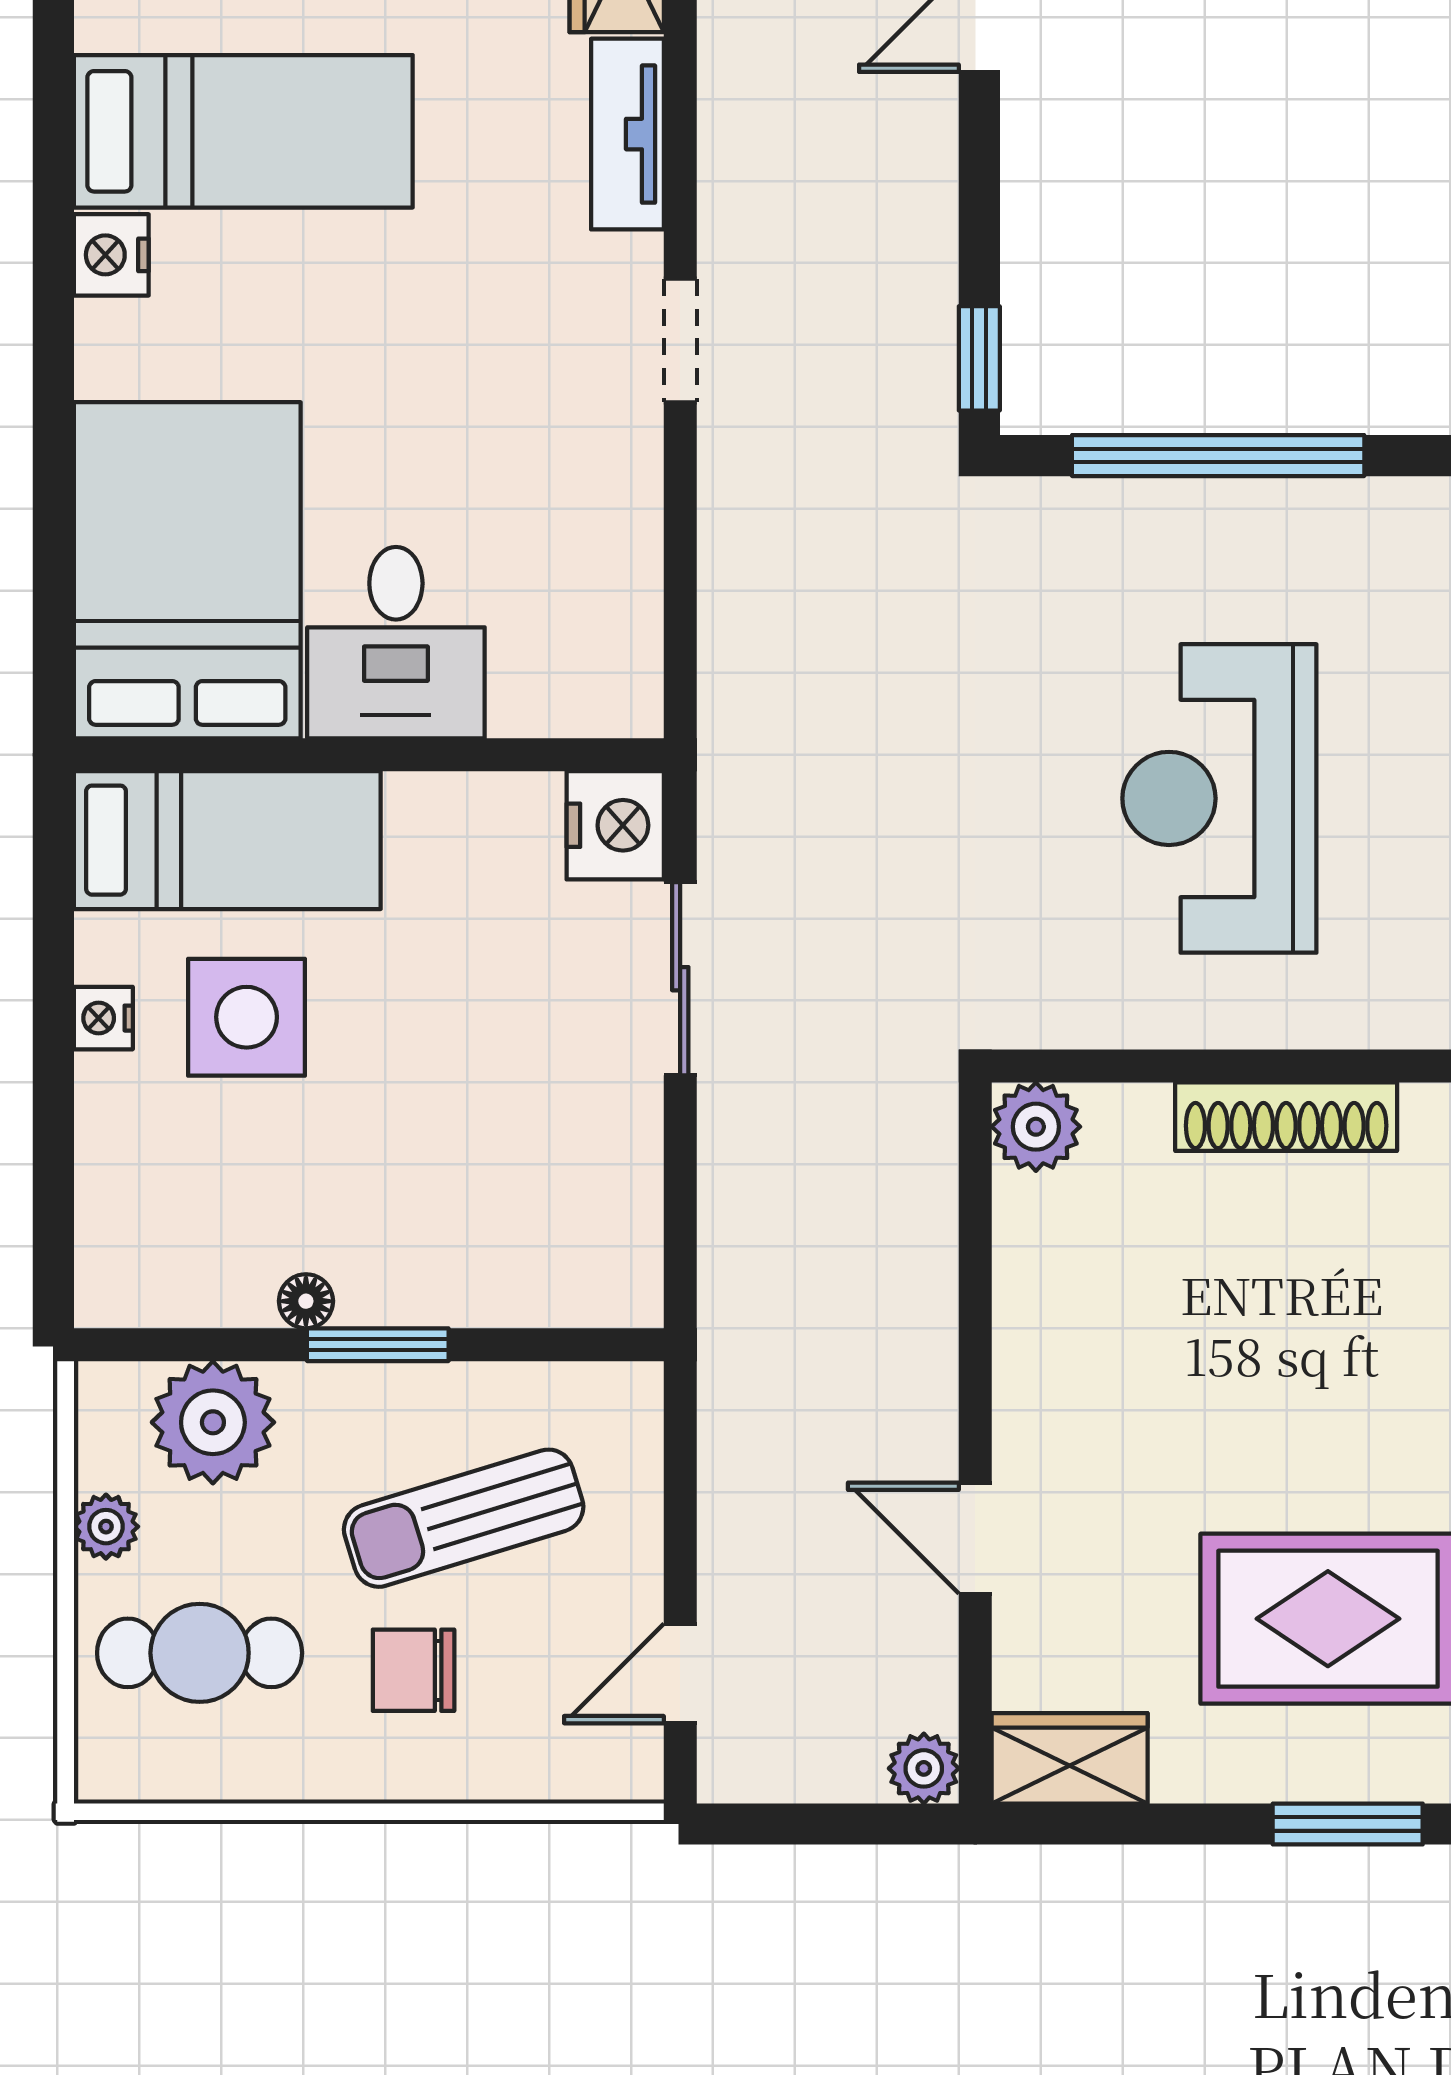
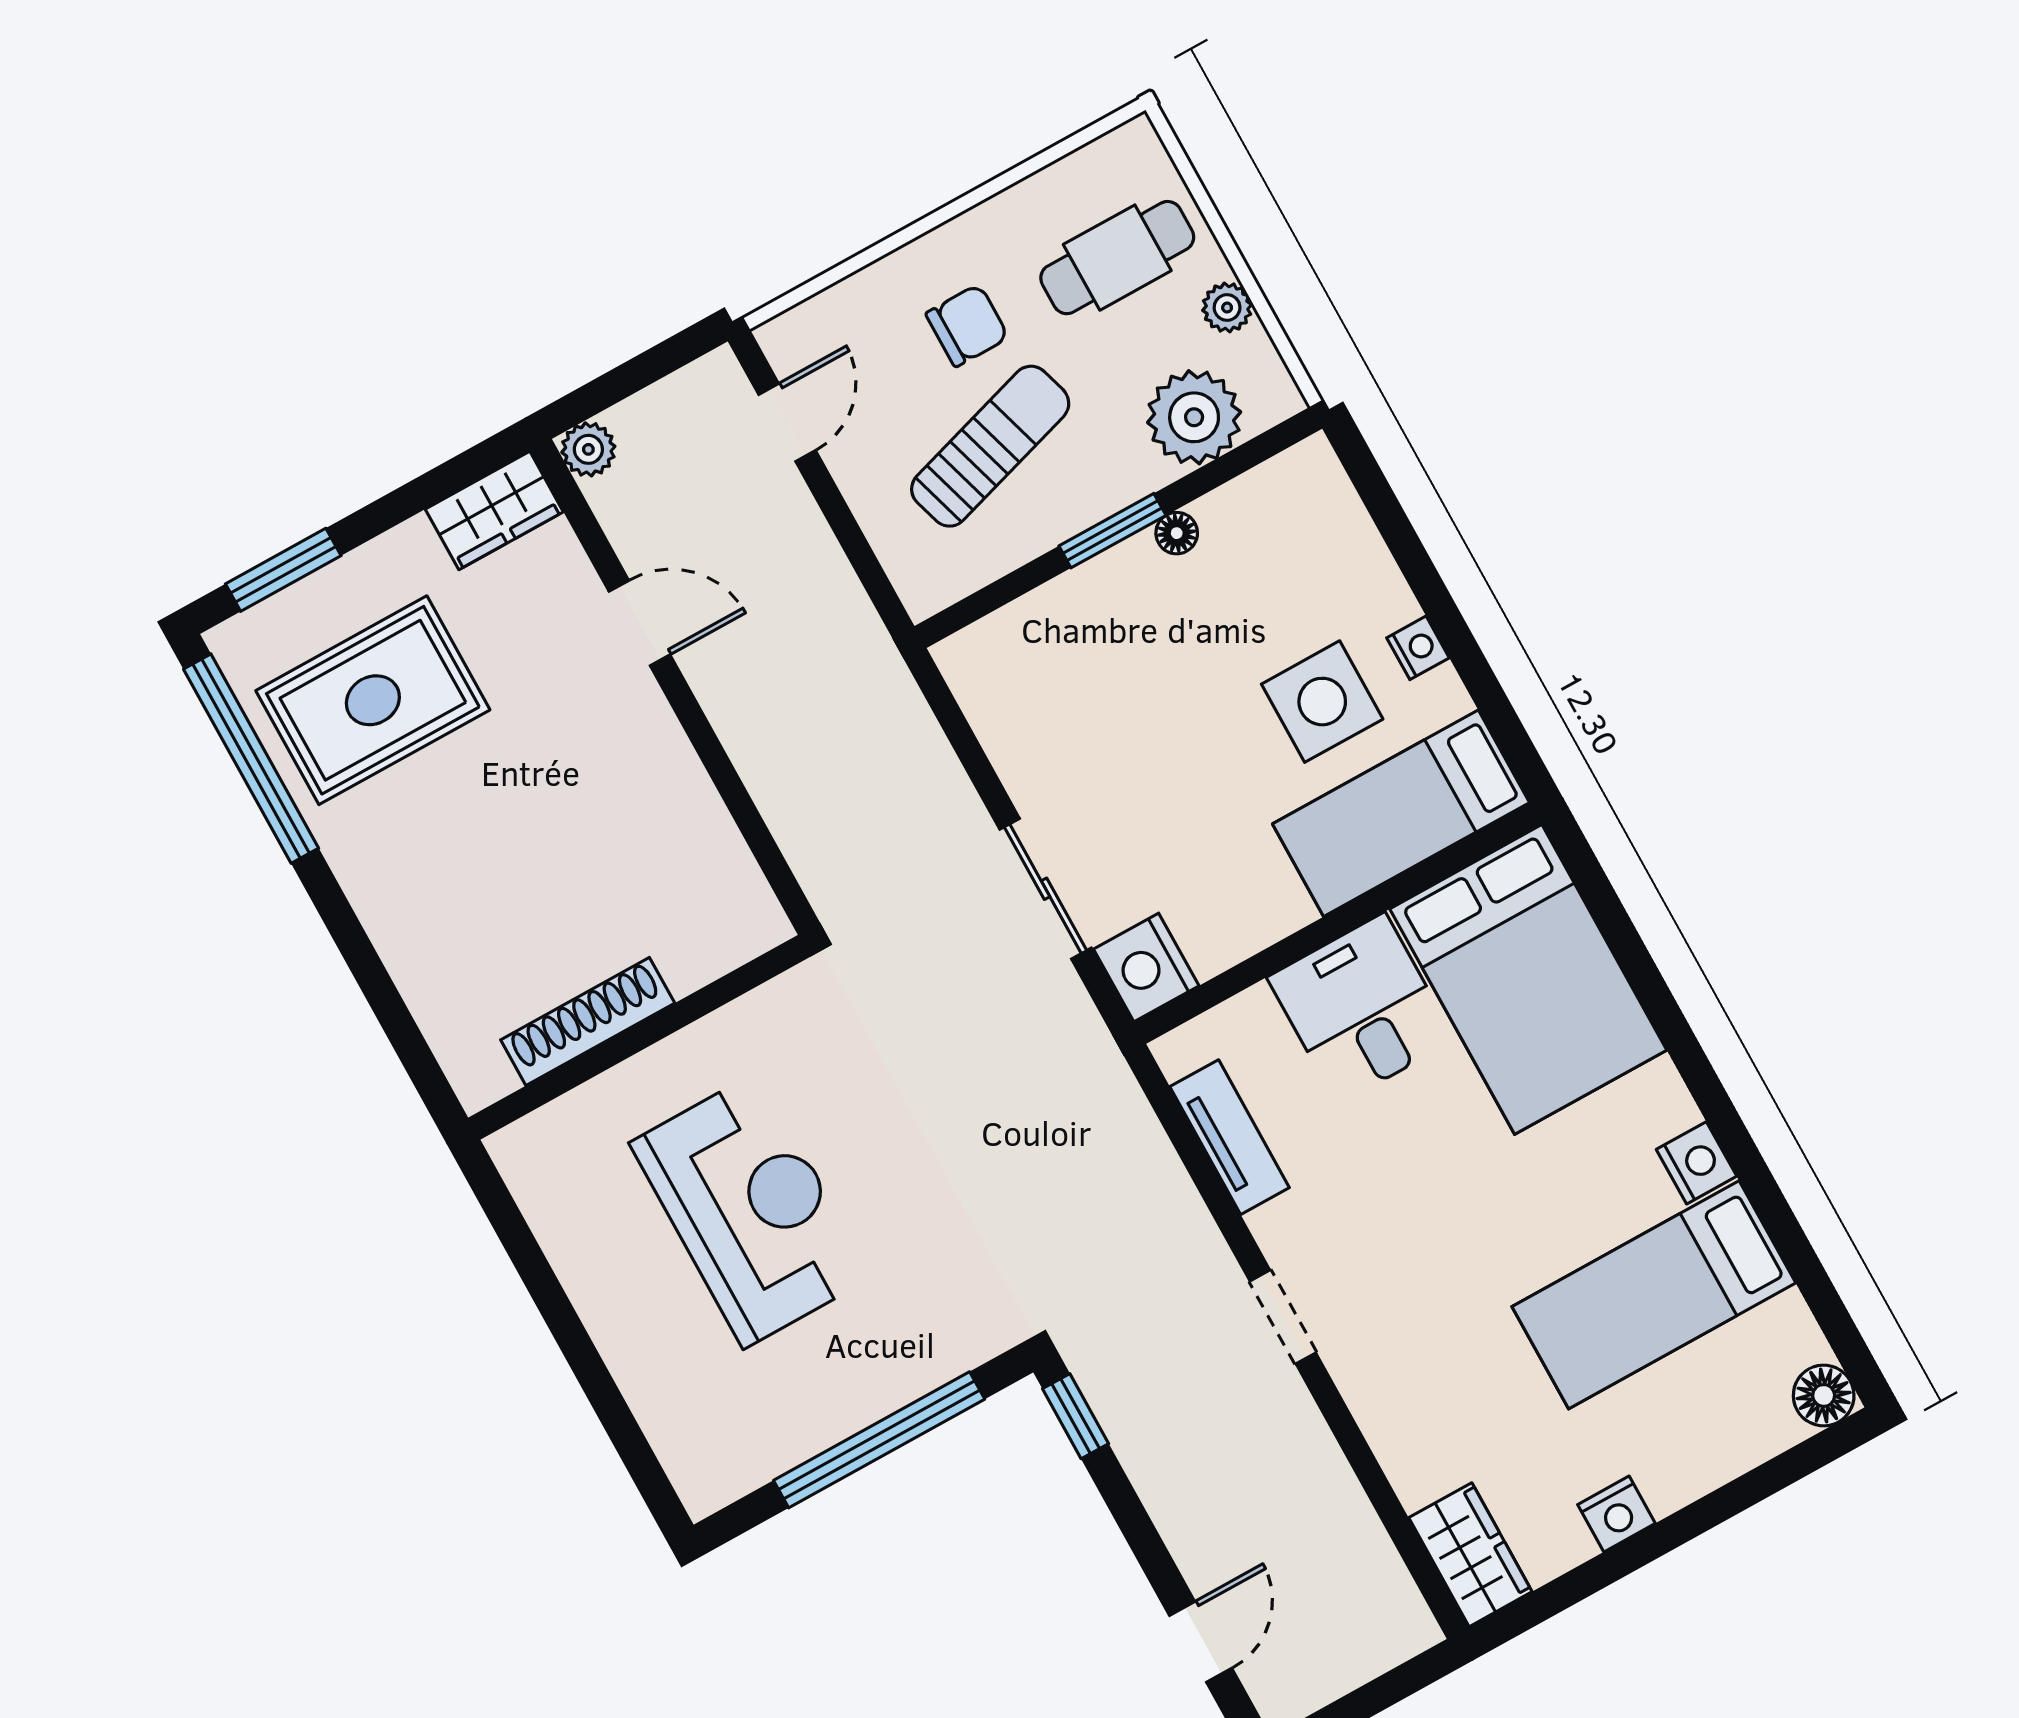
tv unit: (627, 134) -> (1230, 1137), moved
plant: (1036, 1127) -> (752, 922), removed

